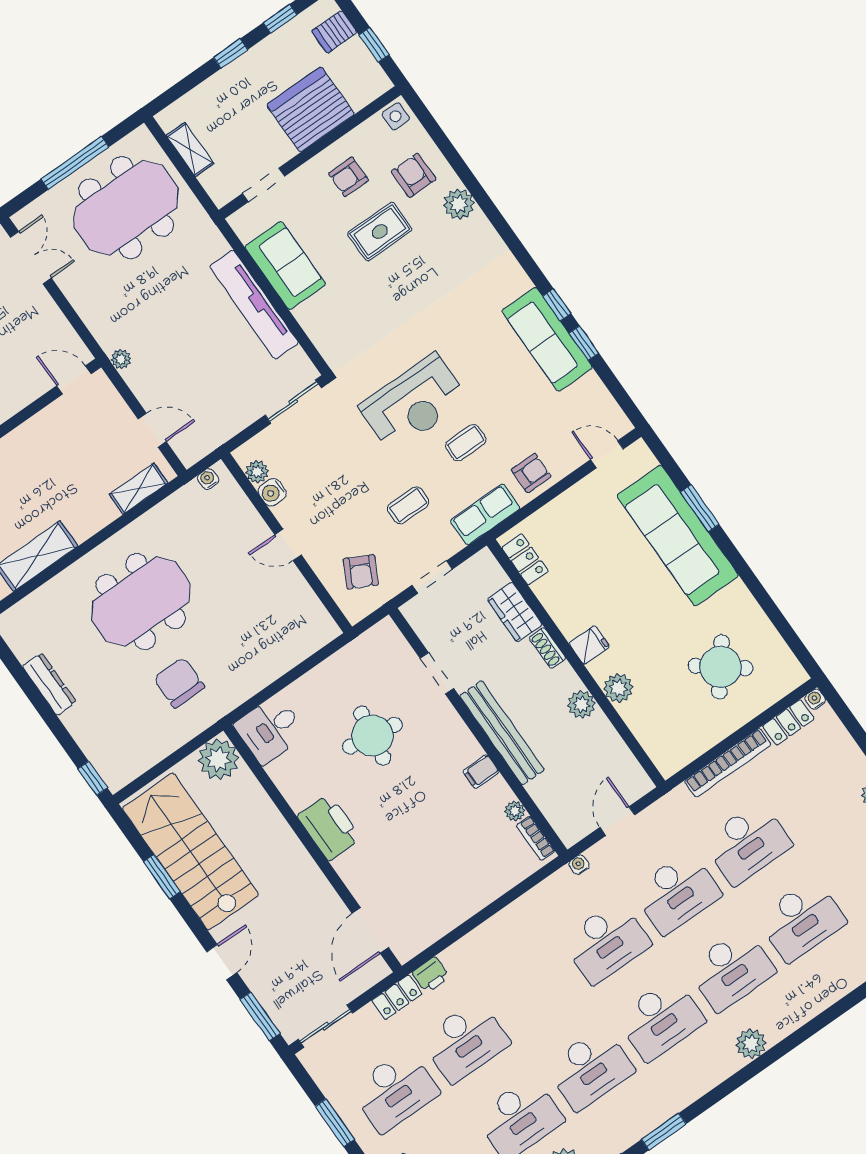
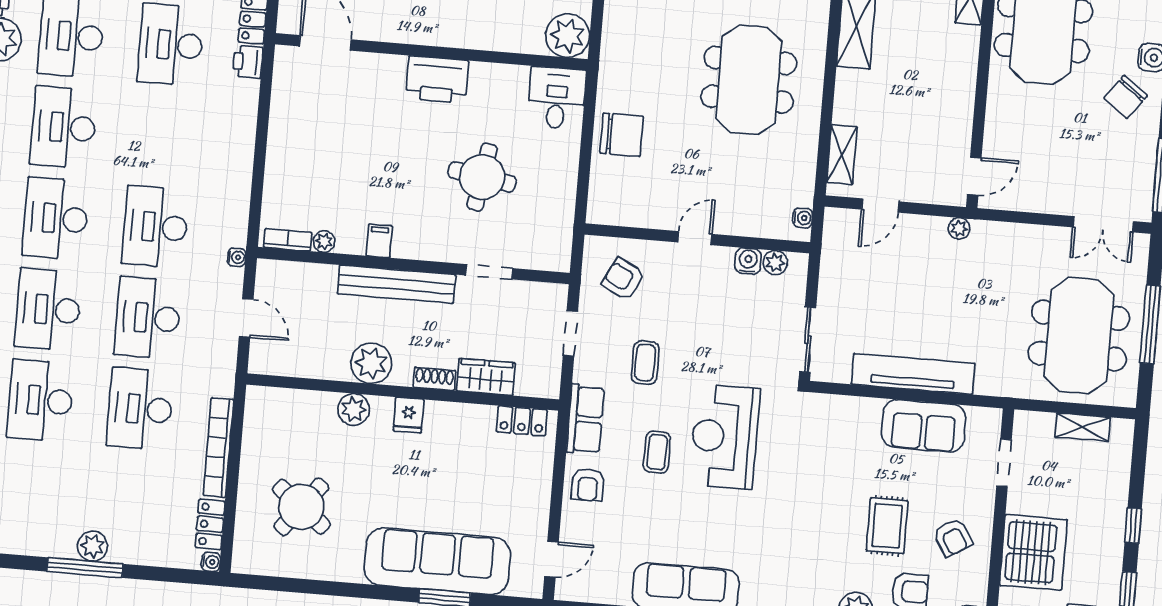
armchair: (349, 177) -> (953, 537), turned 148
chair: (179, 683) -> (622, 135), moved
plant: (581, 704) -> (371, 363), width x1.36, depth x1.36

